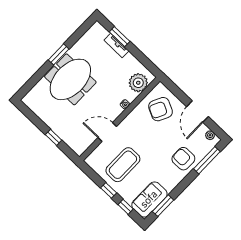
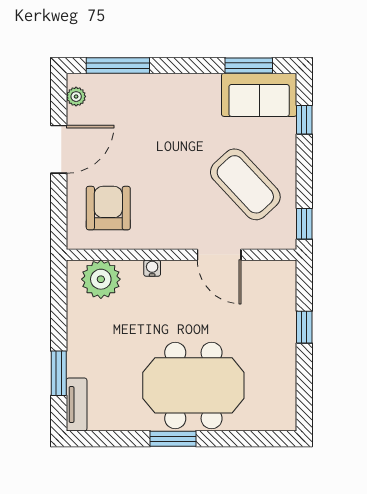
tv unit: (116, 45) -> (77, 405), moved
armchair: (160, 109) -> (108, 208), turned -116
armchair: (183, 159) -> (149, 103), removed
coffee table: (123, 165) -> (245, 184), turned 47
window: (109, 190) -> (304, 224), moved

